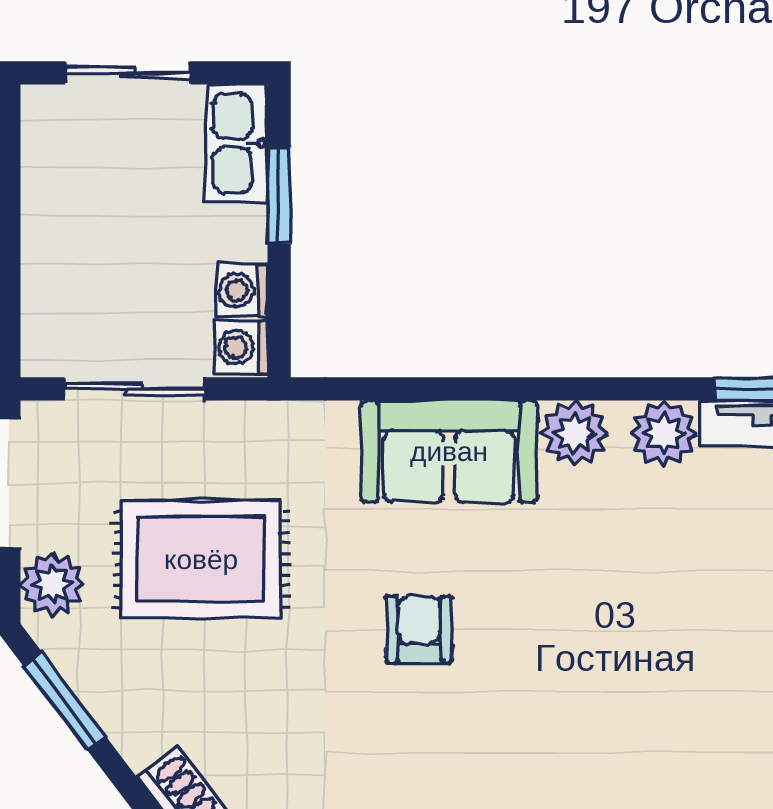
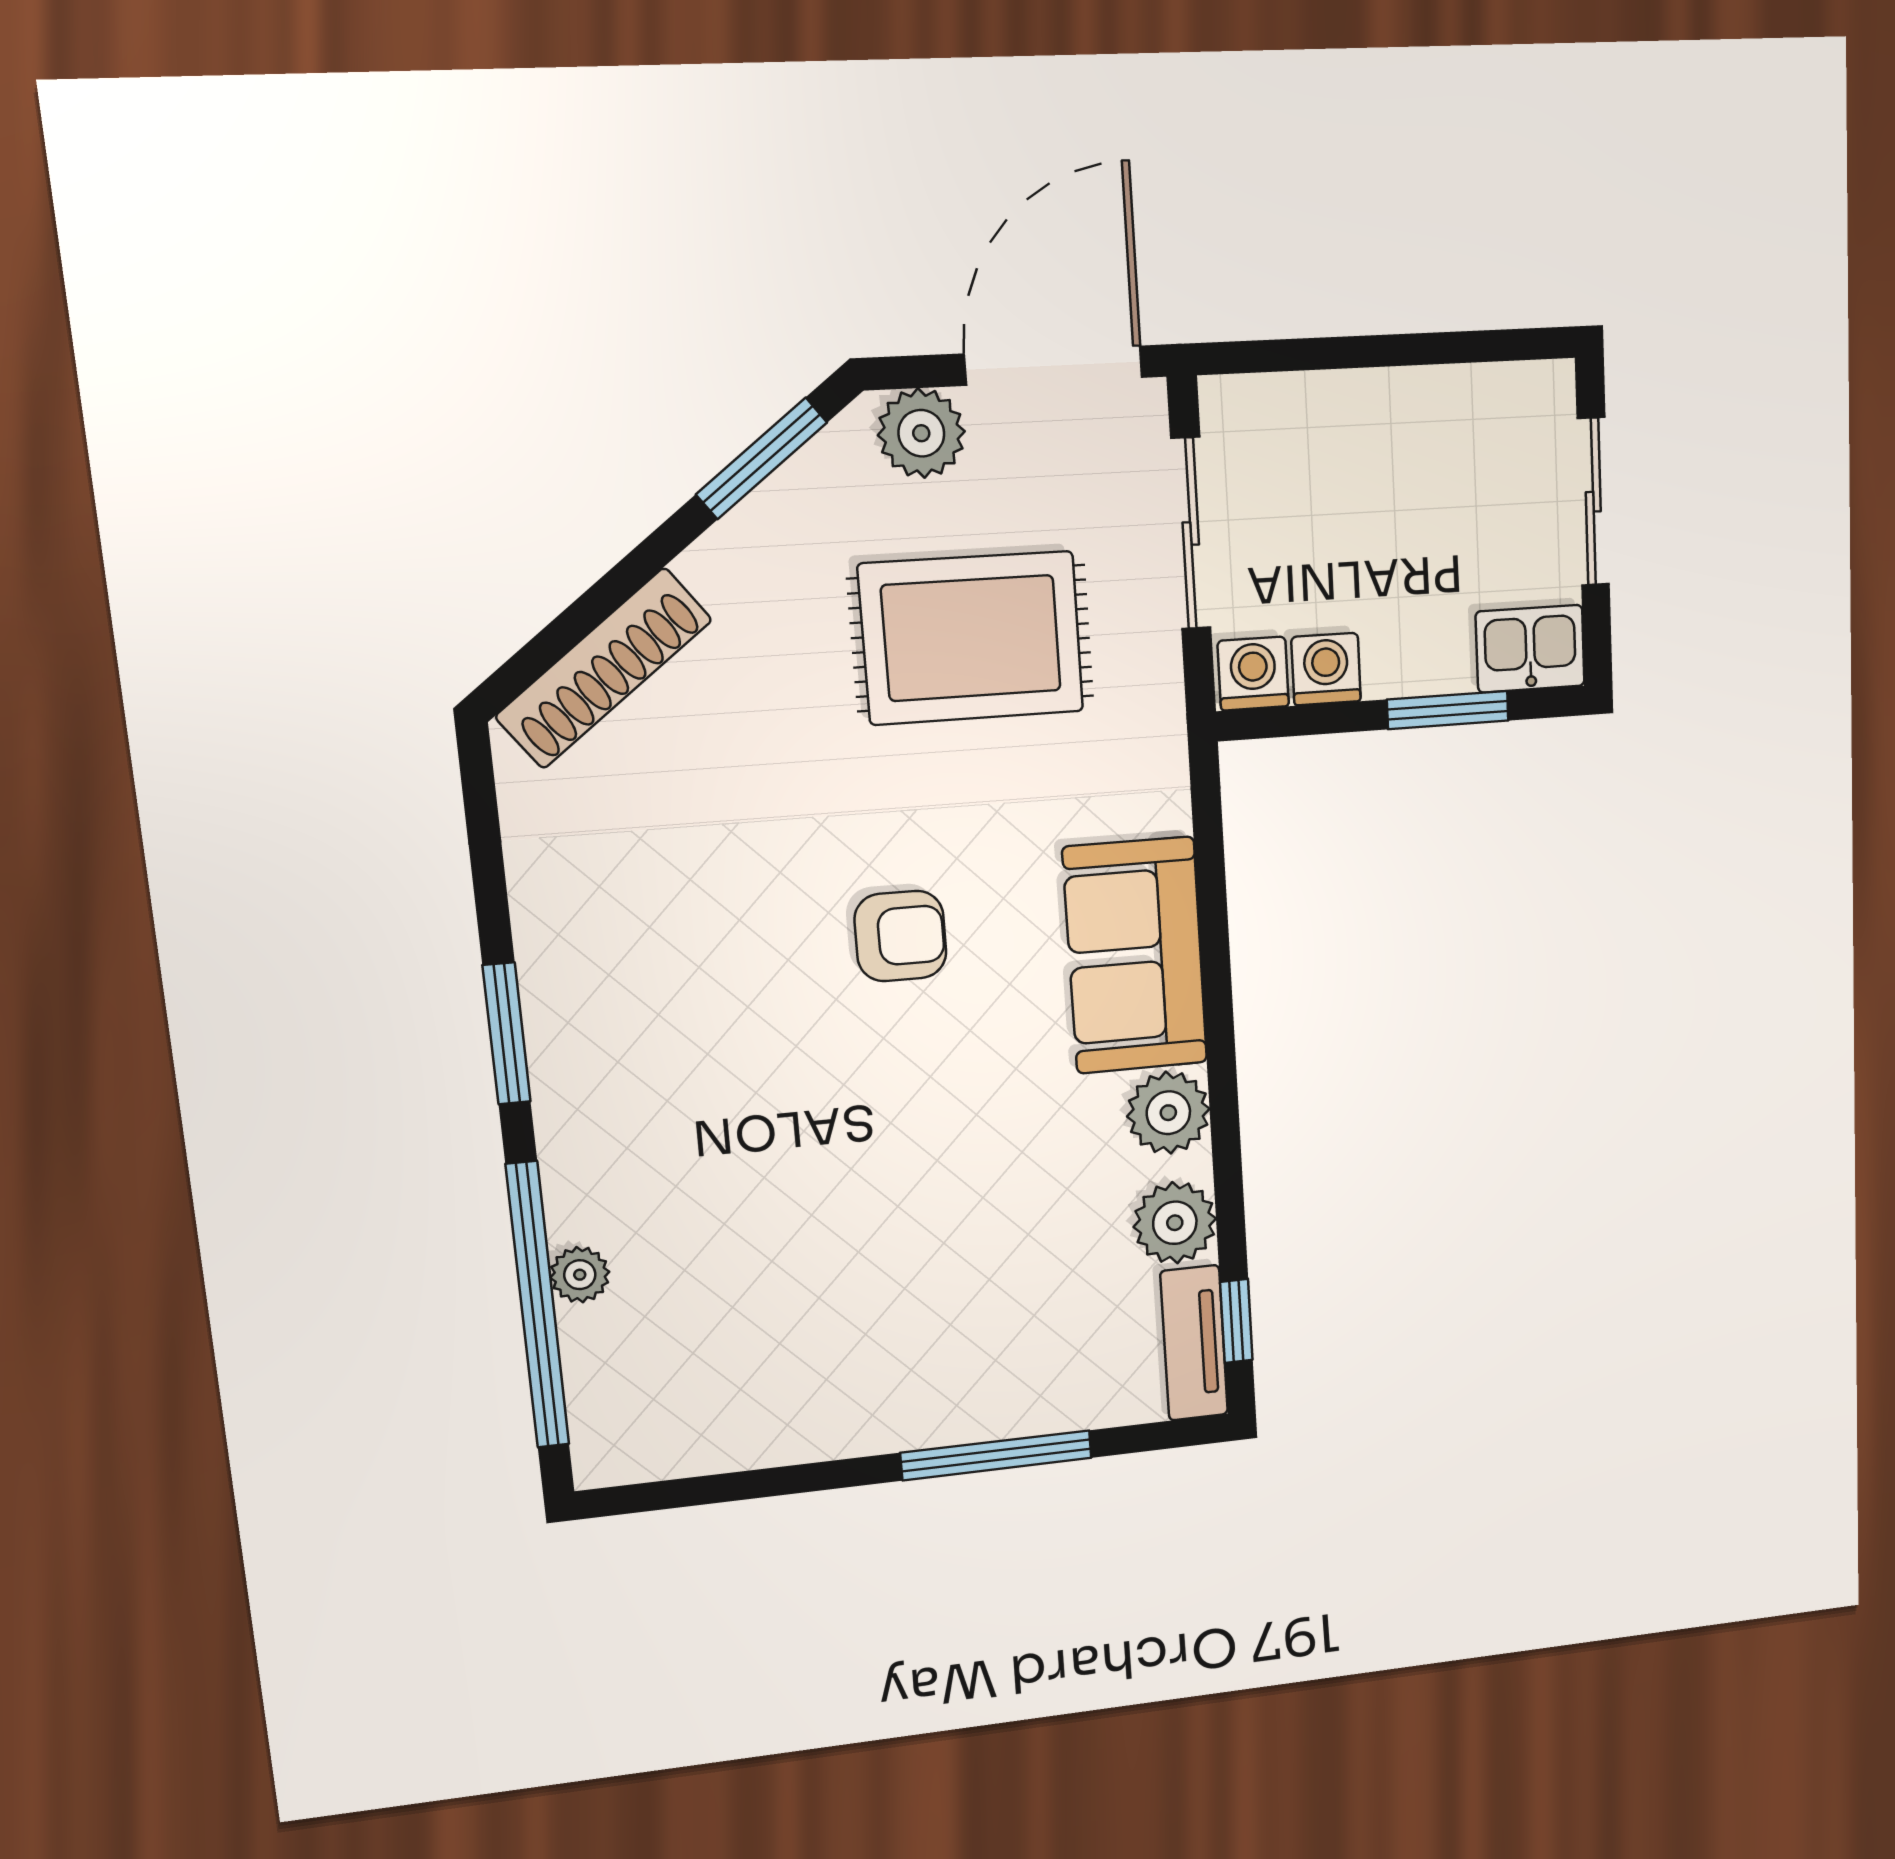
kitchen sink: (236, 143) -> (1530, 649), width x0.73
rug: (201, 559) -> (971, 638), turned 90

